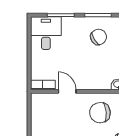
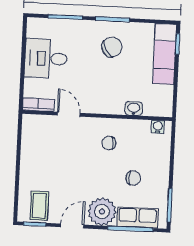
desk: (46, 33) -> (46, 58), moved, turned -90
chair: (100, 113) -> (109, 143), width x0.54, depth x0.54

